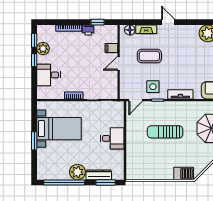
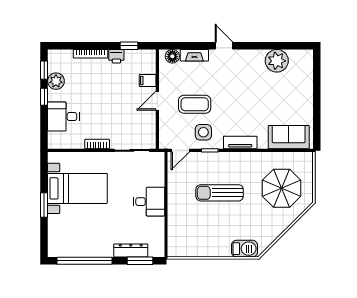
coffee table: (149, 56) -> (195, 104), moved
plant: (77, 172) -> (102, 247), removed

